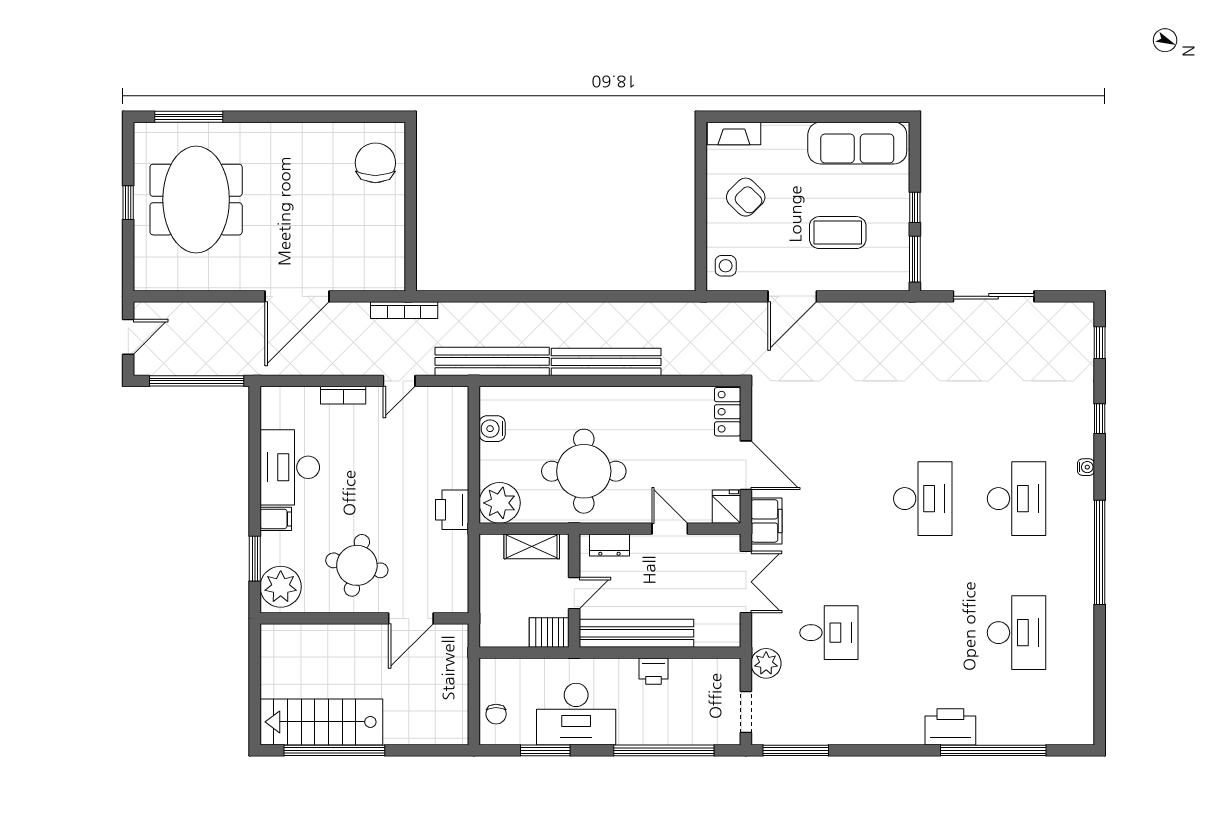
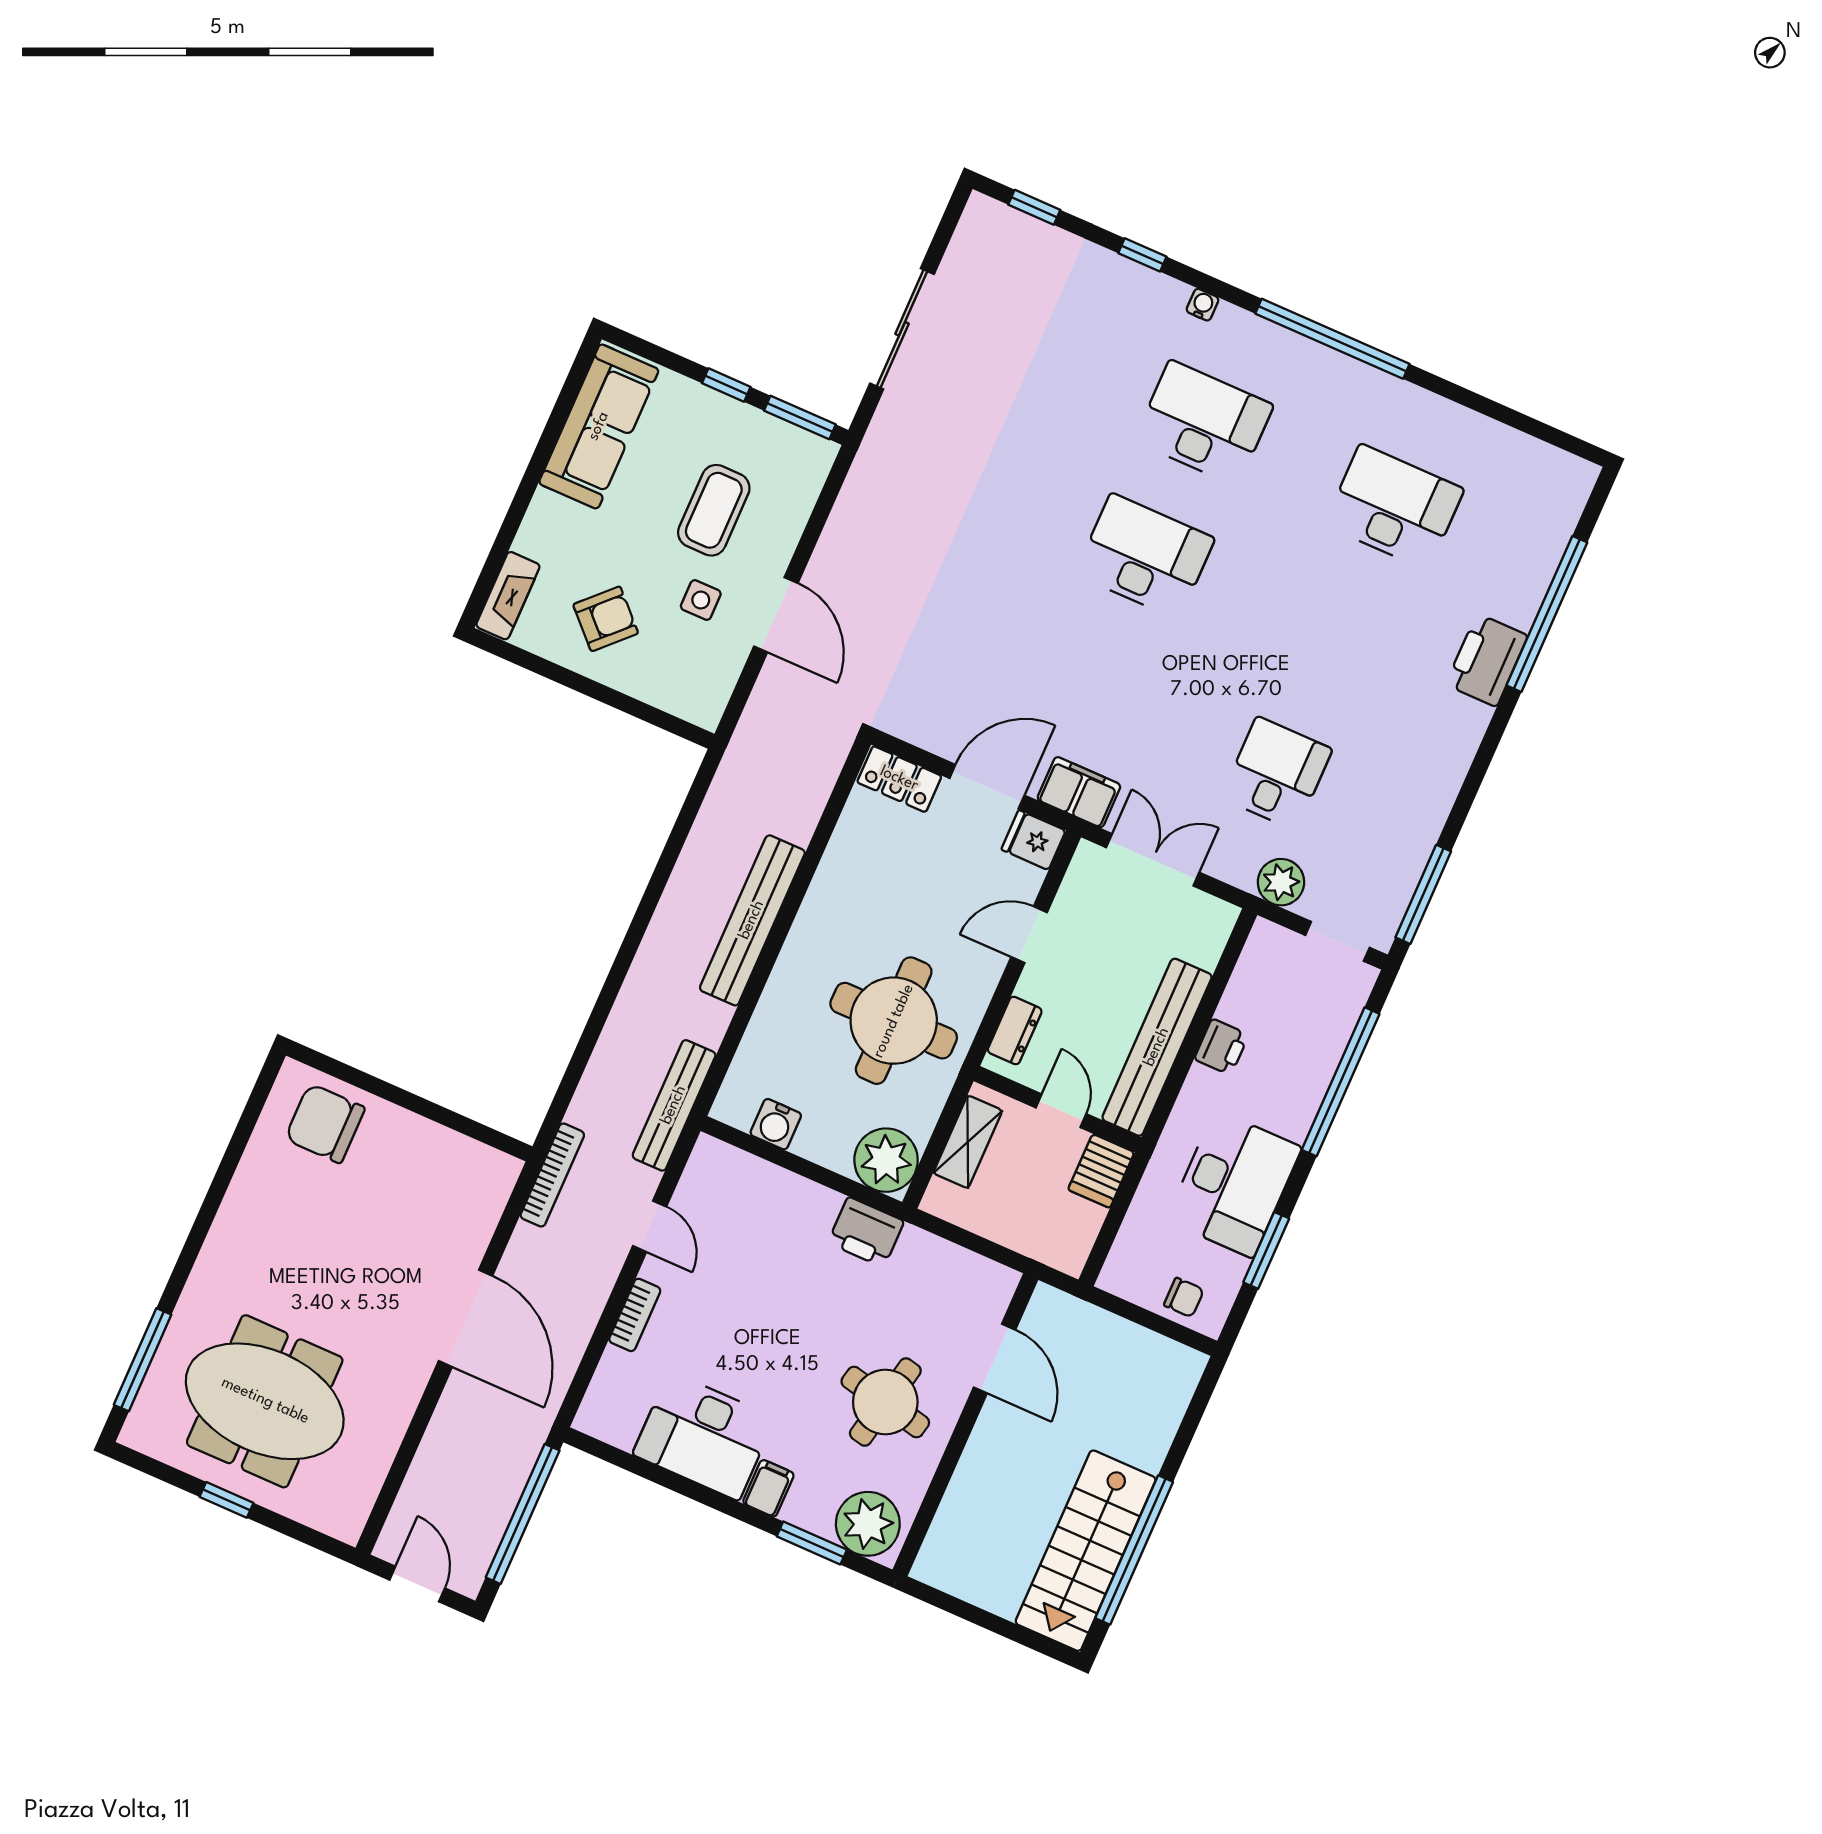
side table: (726, 266) -> (701, 600), moved
bench: (492, 361) -> (674, 1105), width x0.73, depth x0.82

